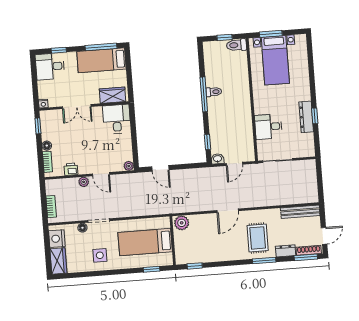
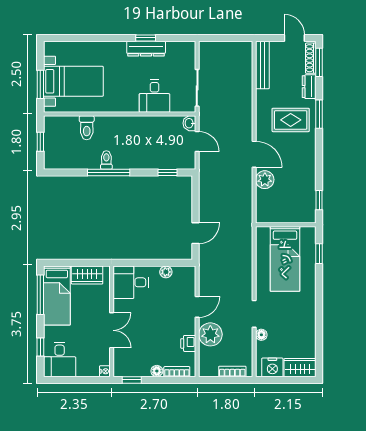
toilet: (236, 45) -> (87, 128), moved
wardrobe: (113, 95) -> (87, 275), moved, turned -90
washbasin: (218, 159) -> (189, 123), moved
plant: (129, 166) -> (166, 272), moved
plant: (84, 182) -> (210, 334), width x1.88, depth x1.88
plant: (182, 223) -> (265, 180), moved
side table: (100, 255) -> (297, 316), removed

